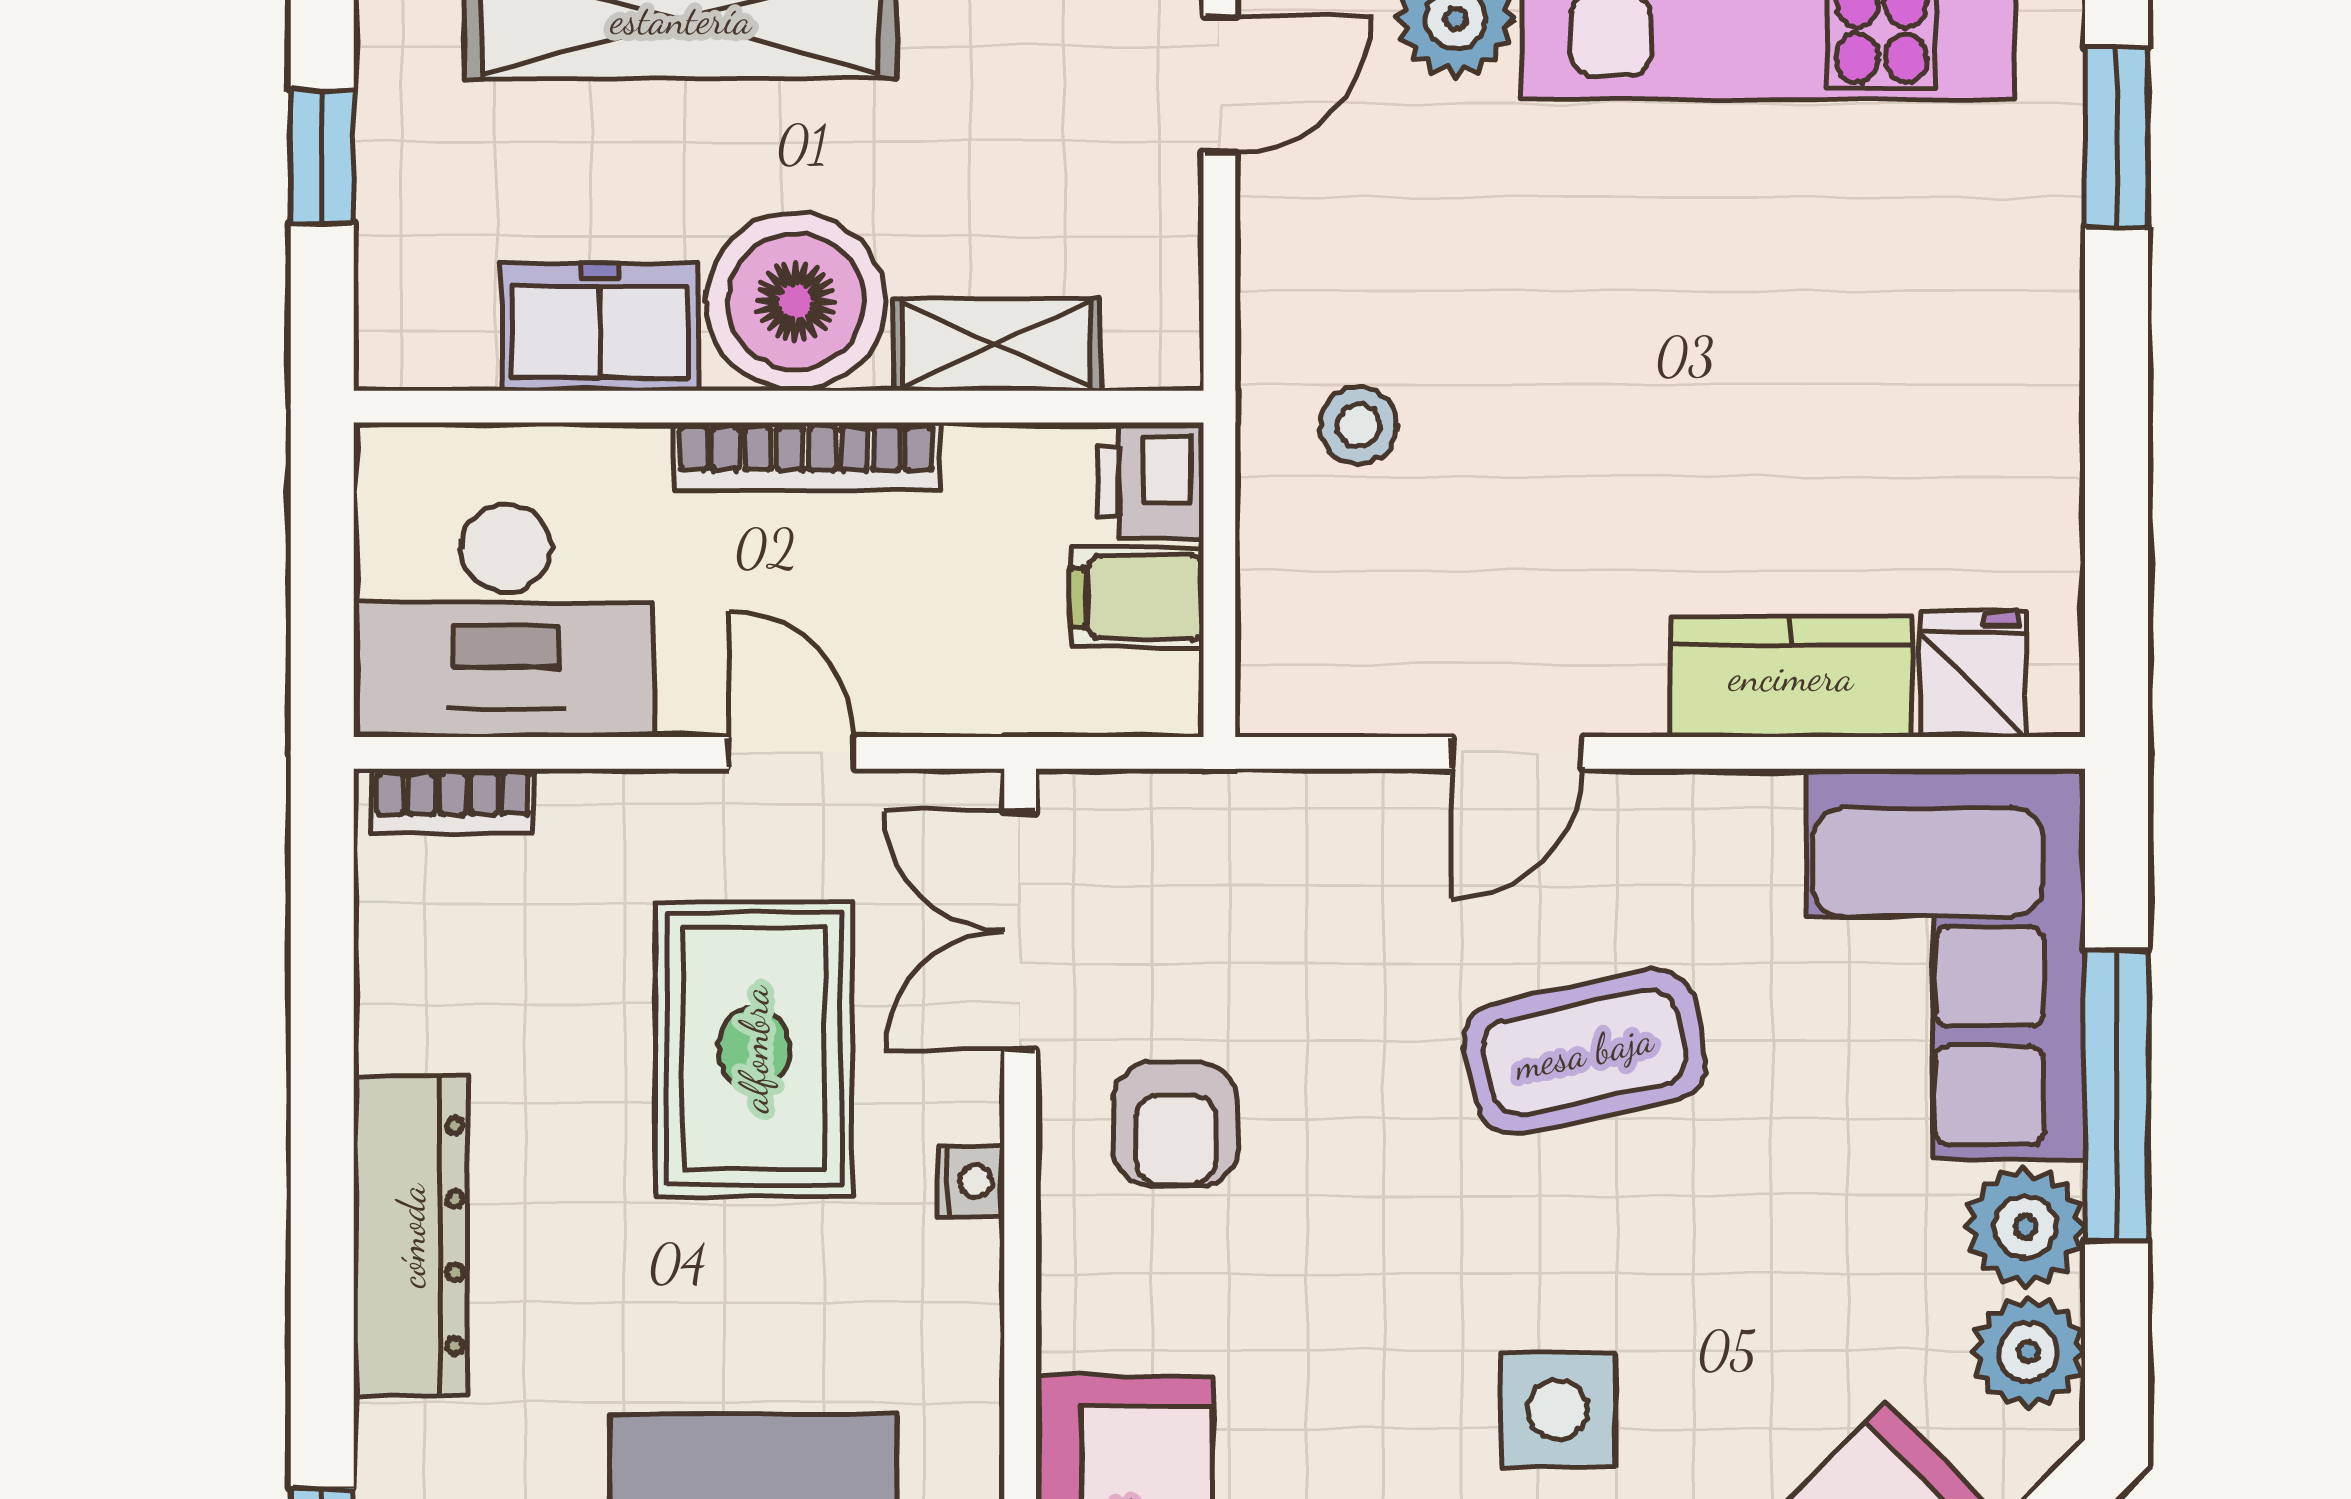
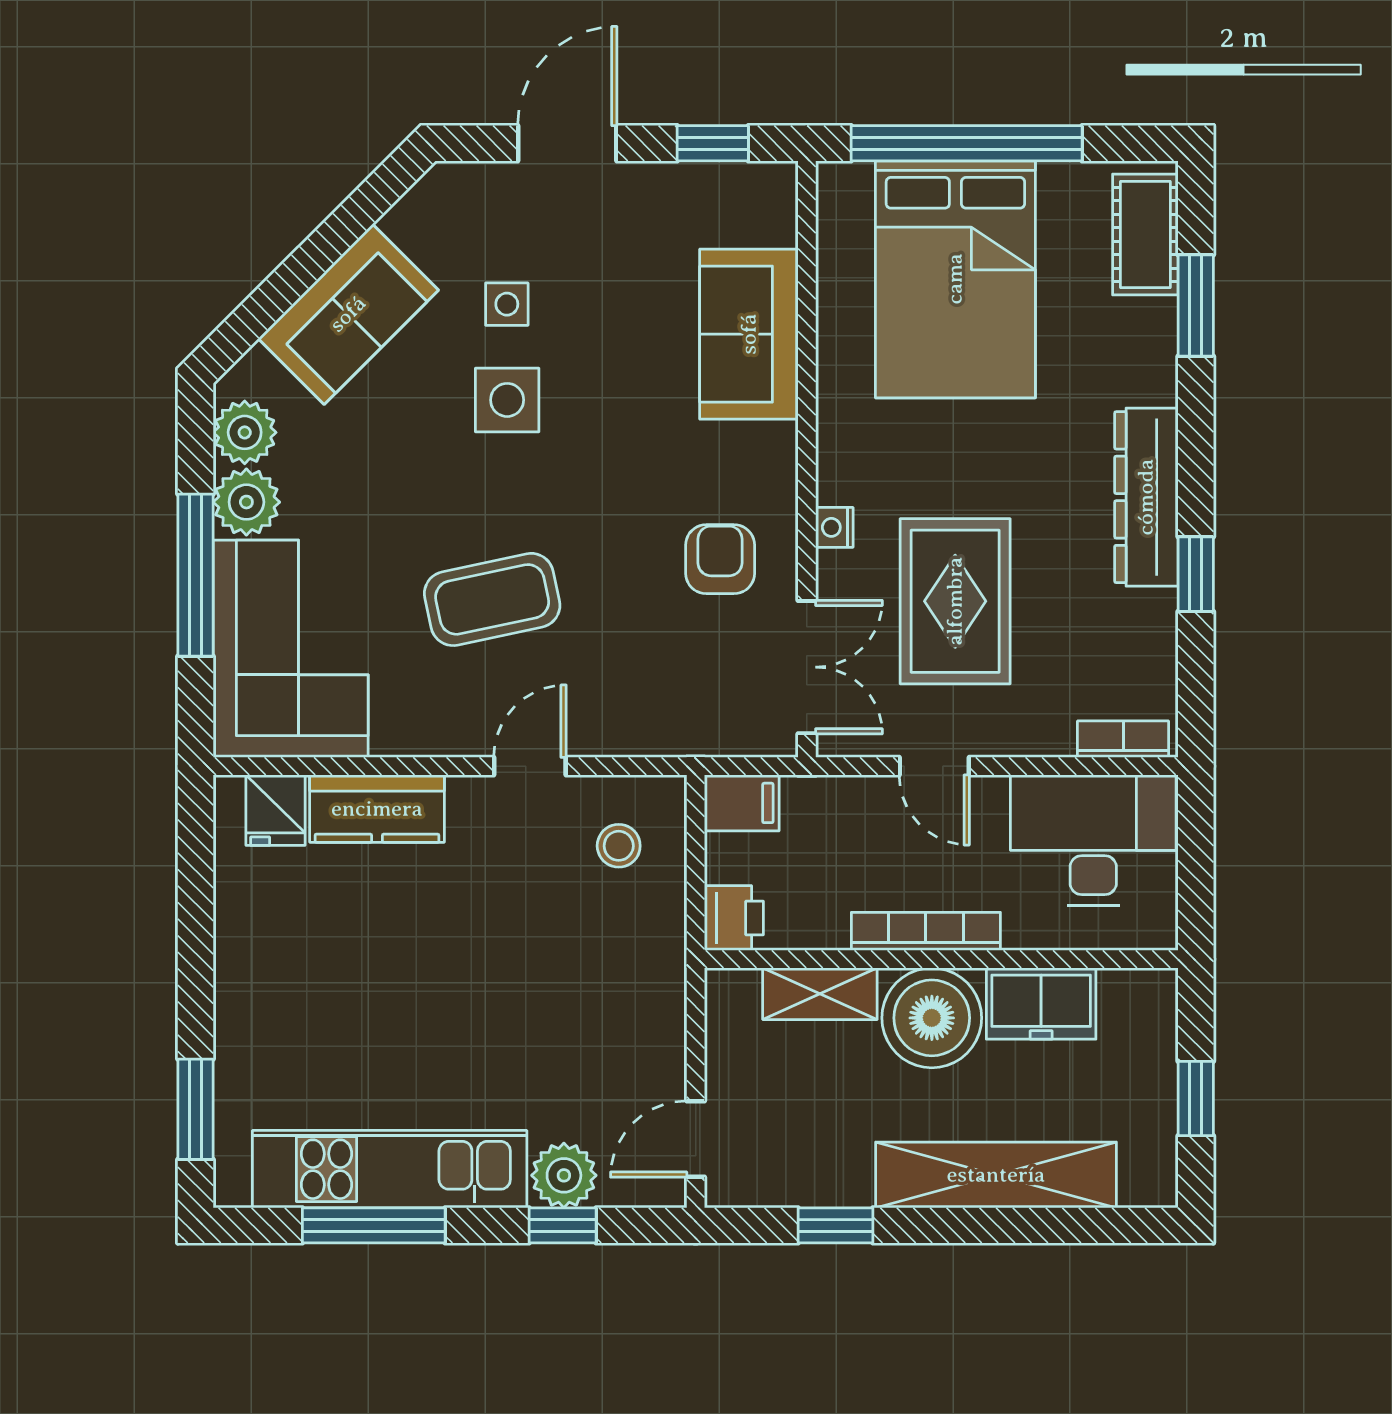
stool: (1359, 425) -> (619, 846), moved
filing cabinet: (1137, 597) -> (742, 803), moved
window: (322, 1097) -> (1196, 574), added

